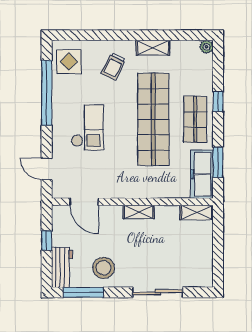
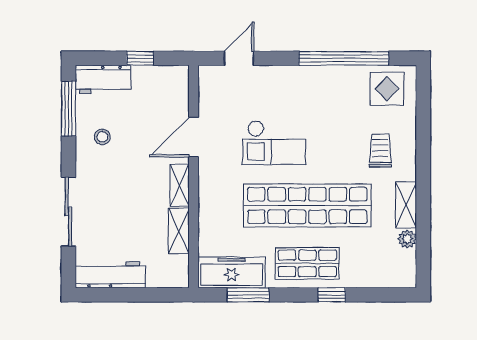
plant: (206, 47) -> (407, 239), moved
trolley: (114, 66) -> (380, 151), turned 64
checkout: (87, 127) -> (274, 143), moved
door: (84, 202) -> (194, 137), moved
shelving: (197, 212) -> (179, 231), moved
workbench: (204, 262) -> (110, 275), added
stool: (104, 268) -> (102, 137), width x0.53, depth x0.53

